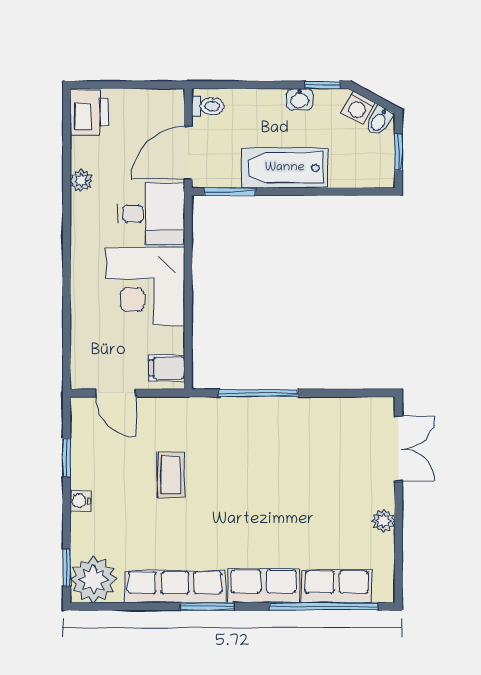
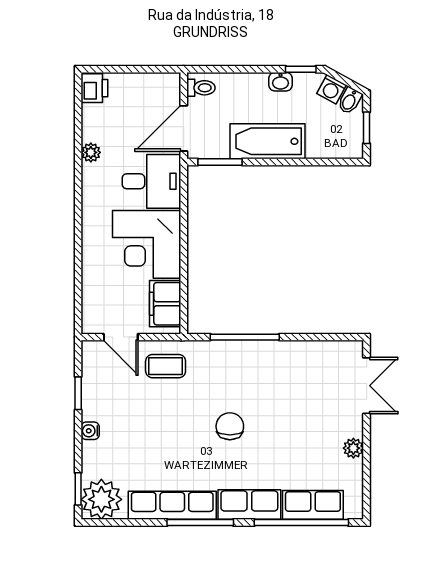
printer: (89, 113) -> (94, 88), width x0.73, depth x0.81
filing cabinet: (167, 368) -> (165, 304), width x2.00
coffee table: (171, 475) -> (166, 366), moved, turned 90
chair: (241, 496) -> (230, 426), added
window: (207, 606) -> (200, 523), width x1.44

